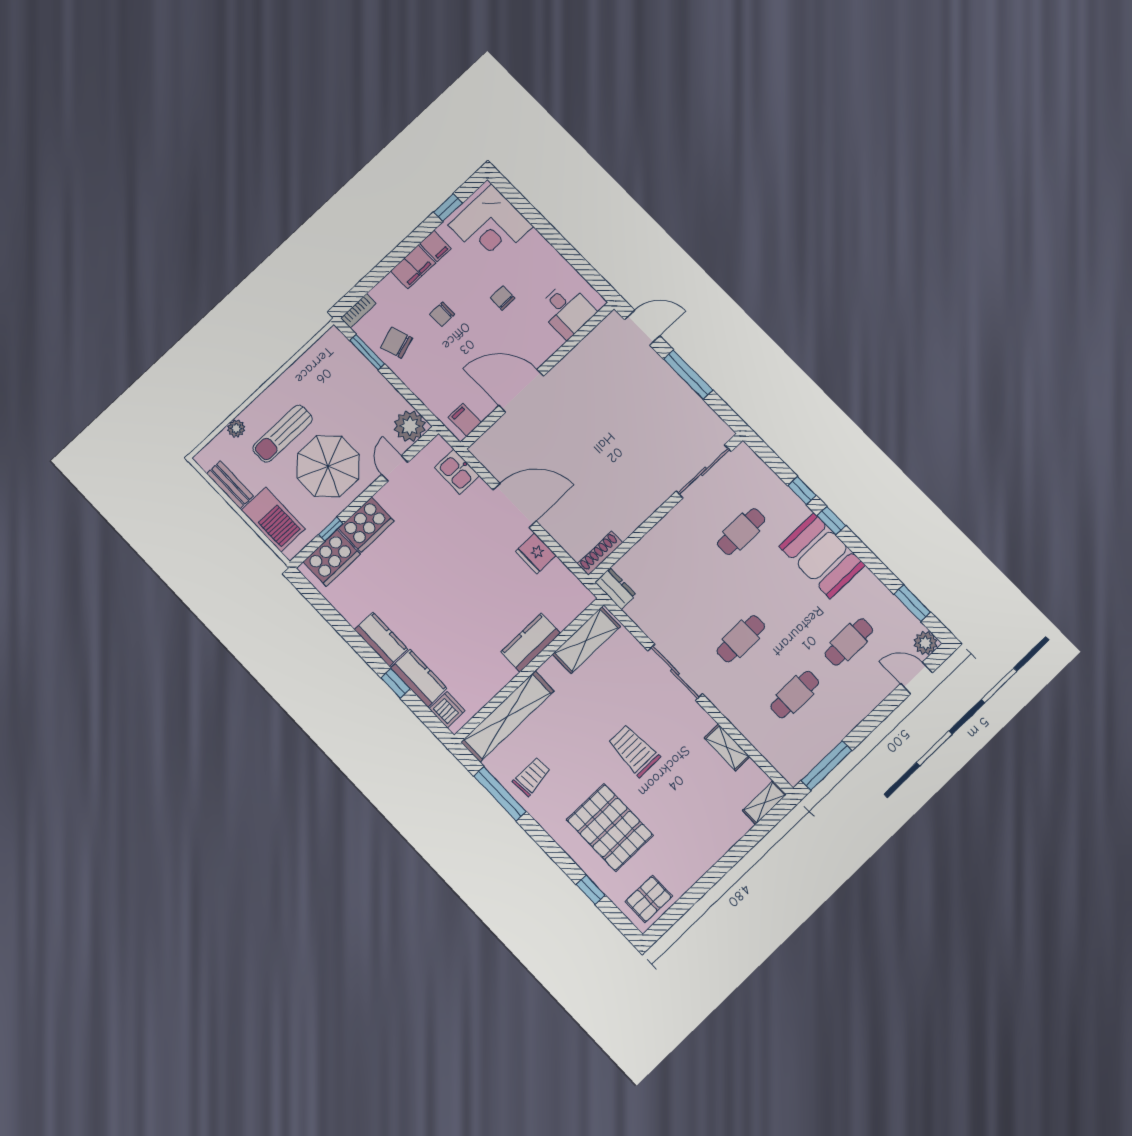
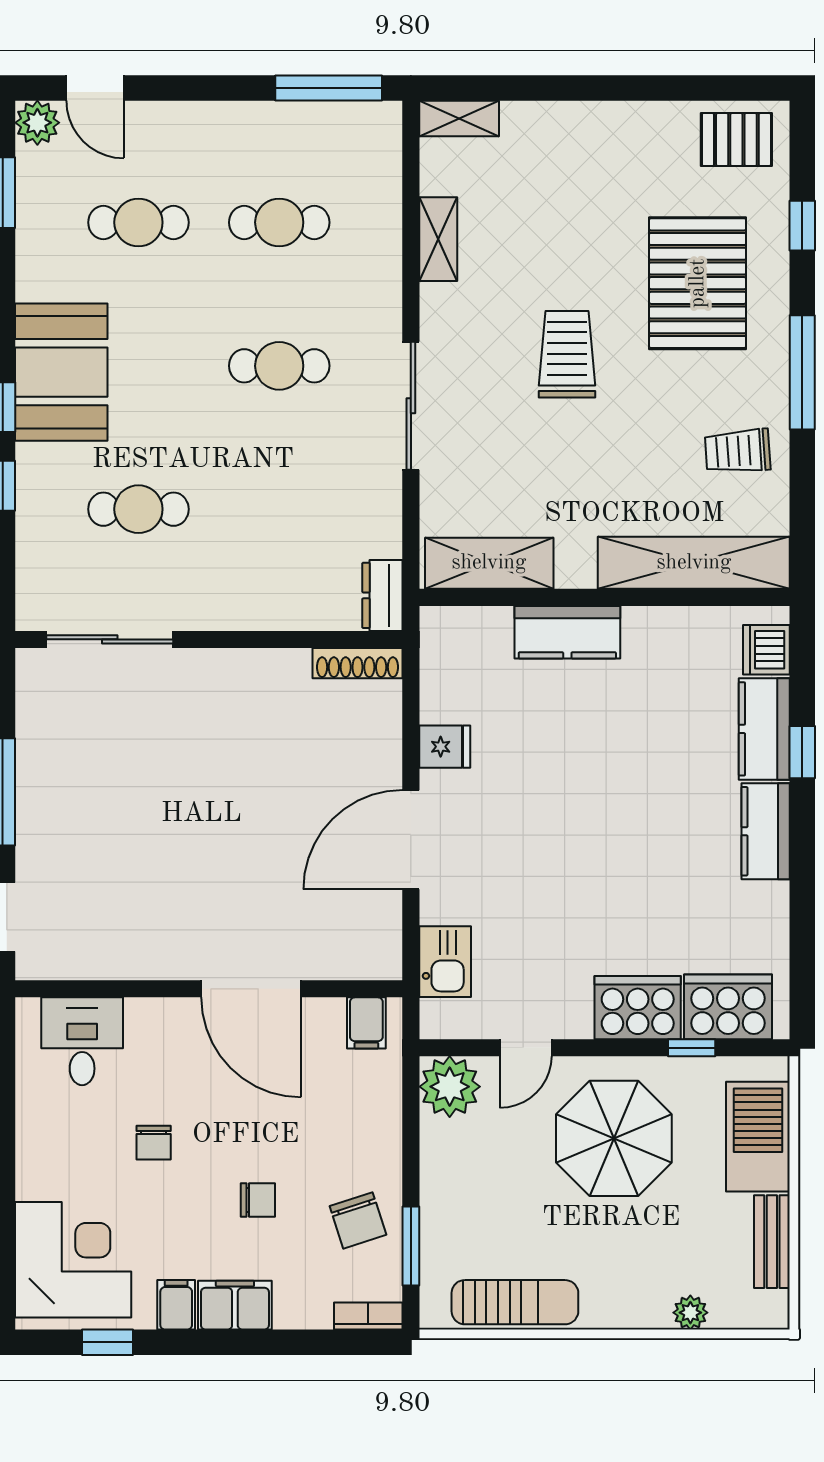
sun lounger: (283, 434) -> (515, 1302), moved
door: (515, 505) -> (411, 840), hinge flipped
fridge: (536, 553) -> (445, 747), width x0.72
trolley: (634, 750) -> (567, 354), turned 180
window: (500, 794) -> (802, 372), moved

